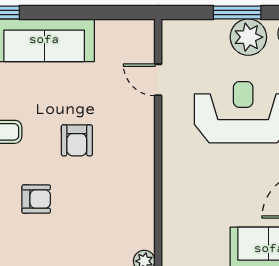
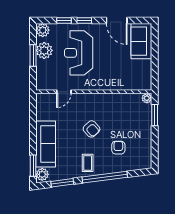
armchair: (77, 140) -> (92, 129), turned 48

